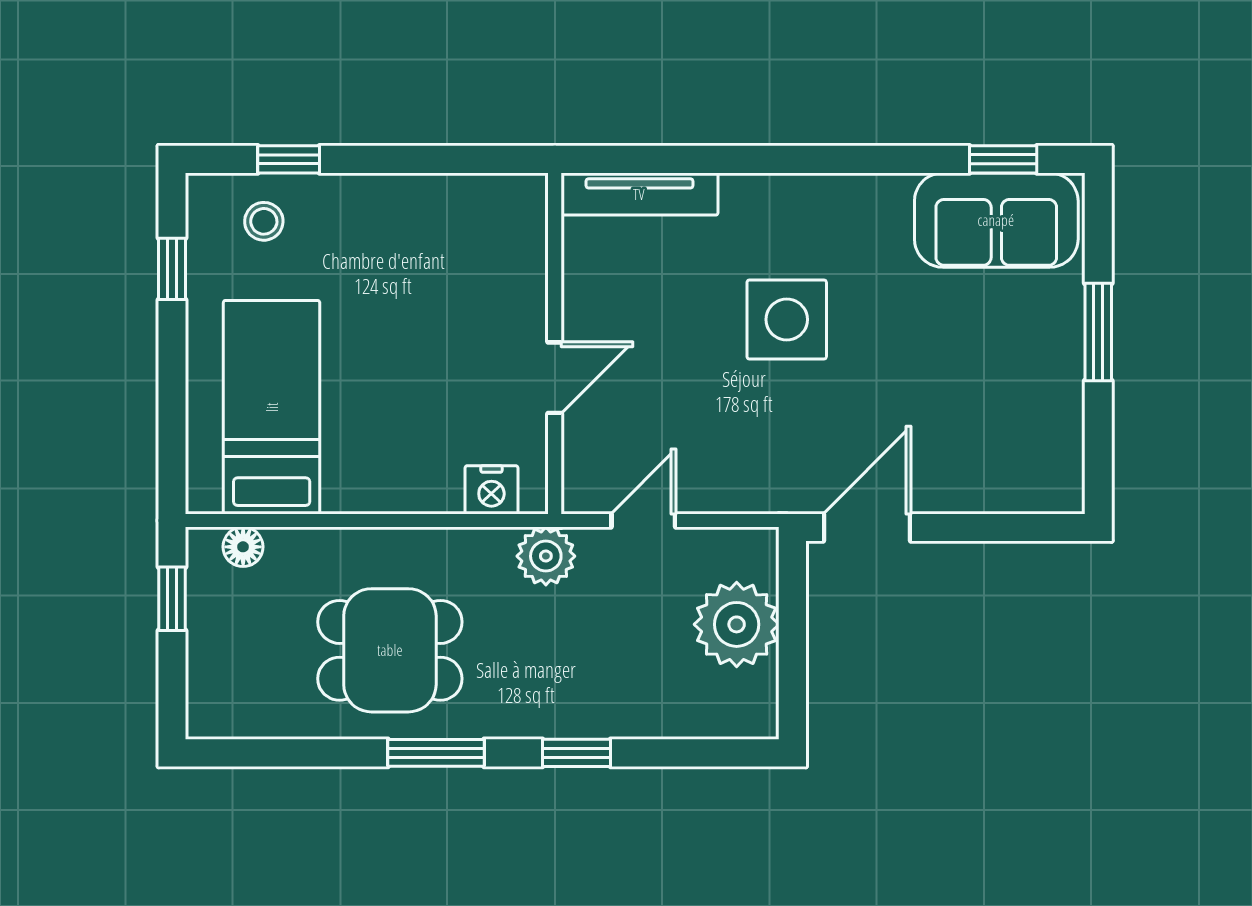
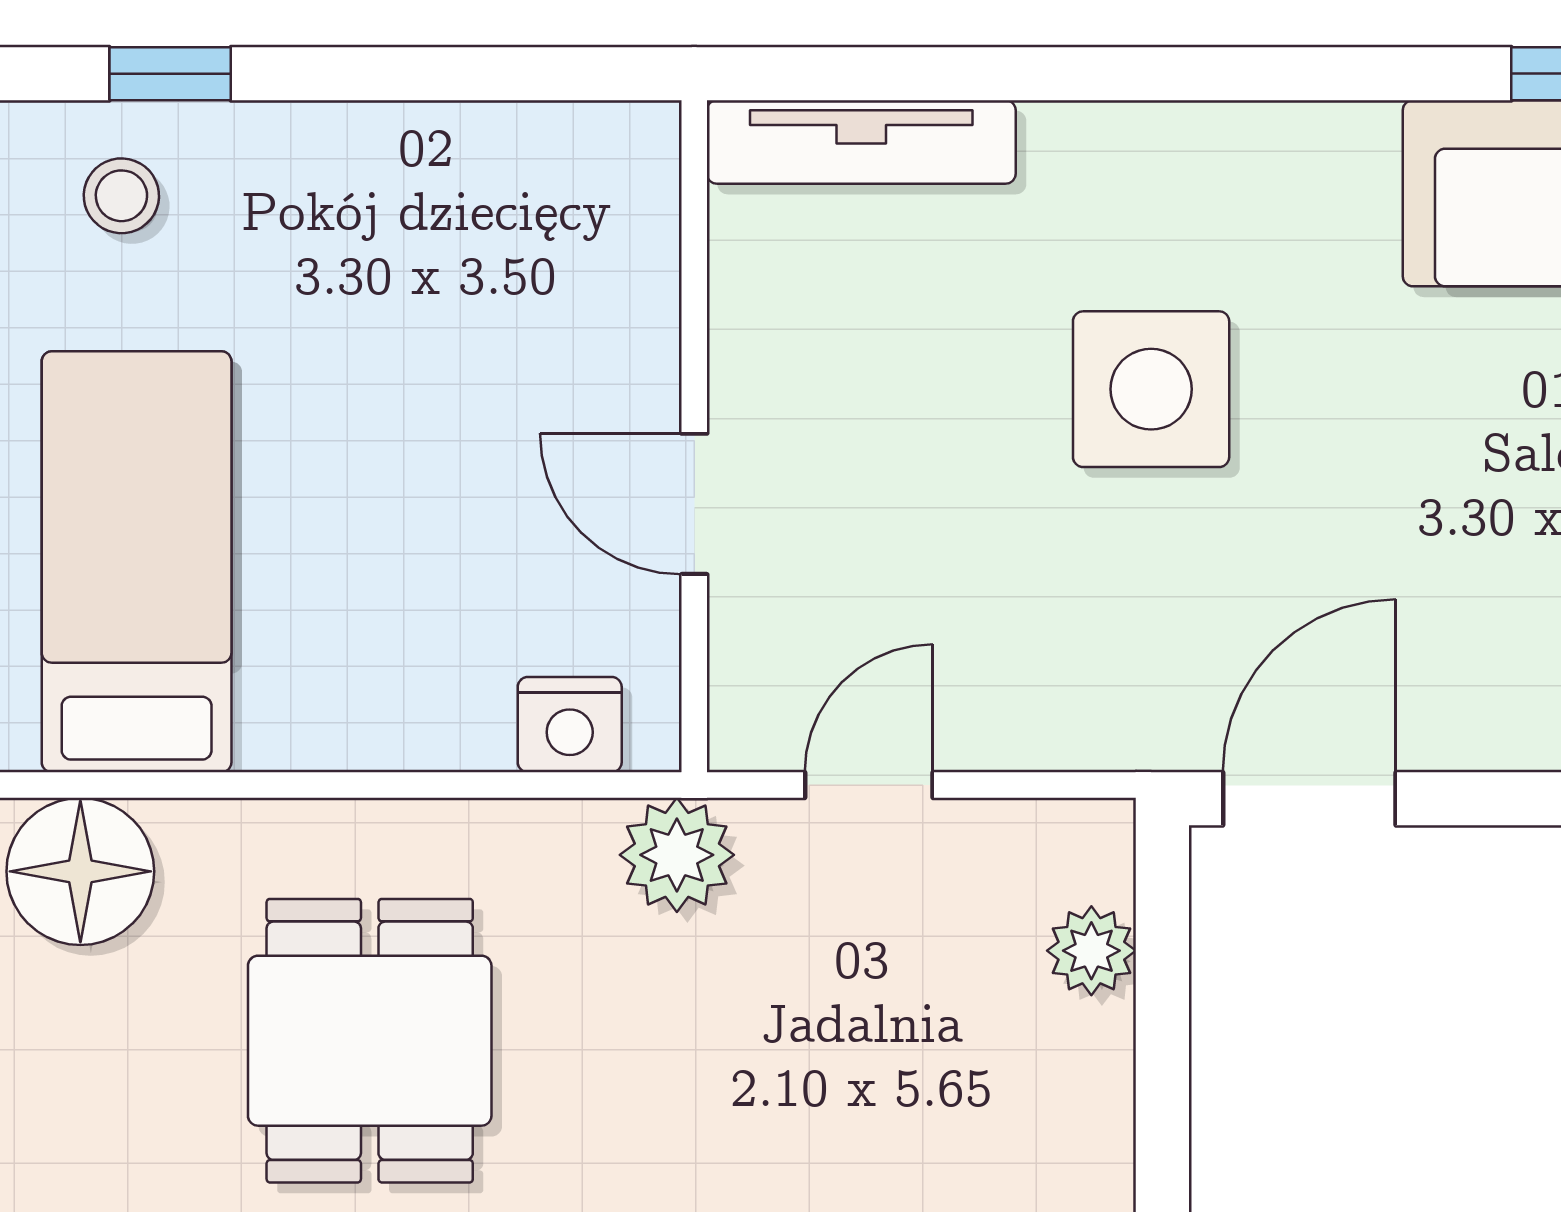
door: (555, 378) -> (694, 504), swing flipped
floor lamp: (243, 547) -> (80, 871), width x1.89, depth x1.89
plant: (737, 624) -> (1091, 951), width x0.53, depth x0.53
dining table: (390, 650) -> (370, 1041), turned 90

